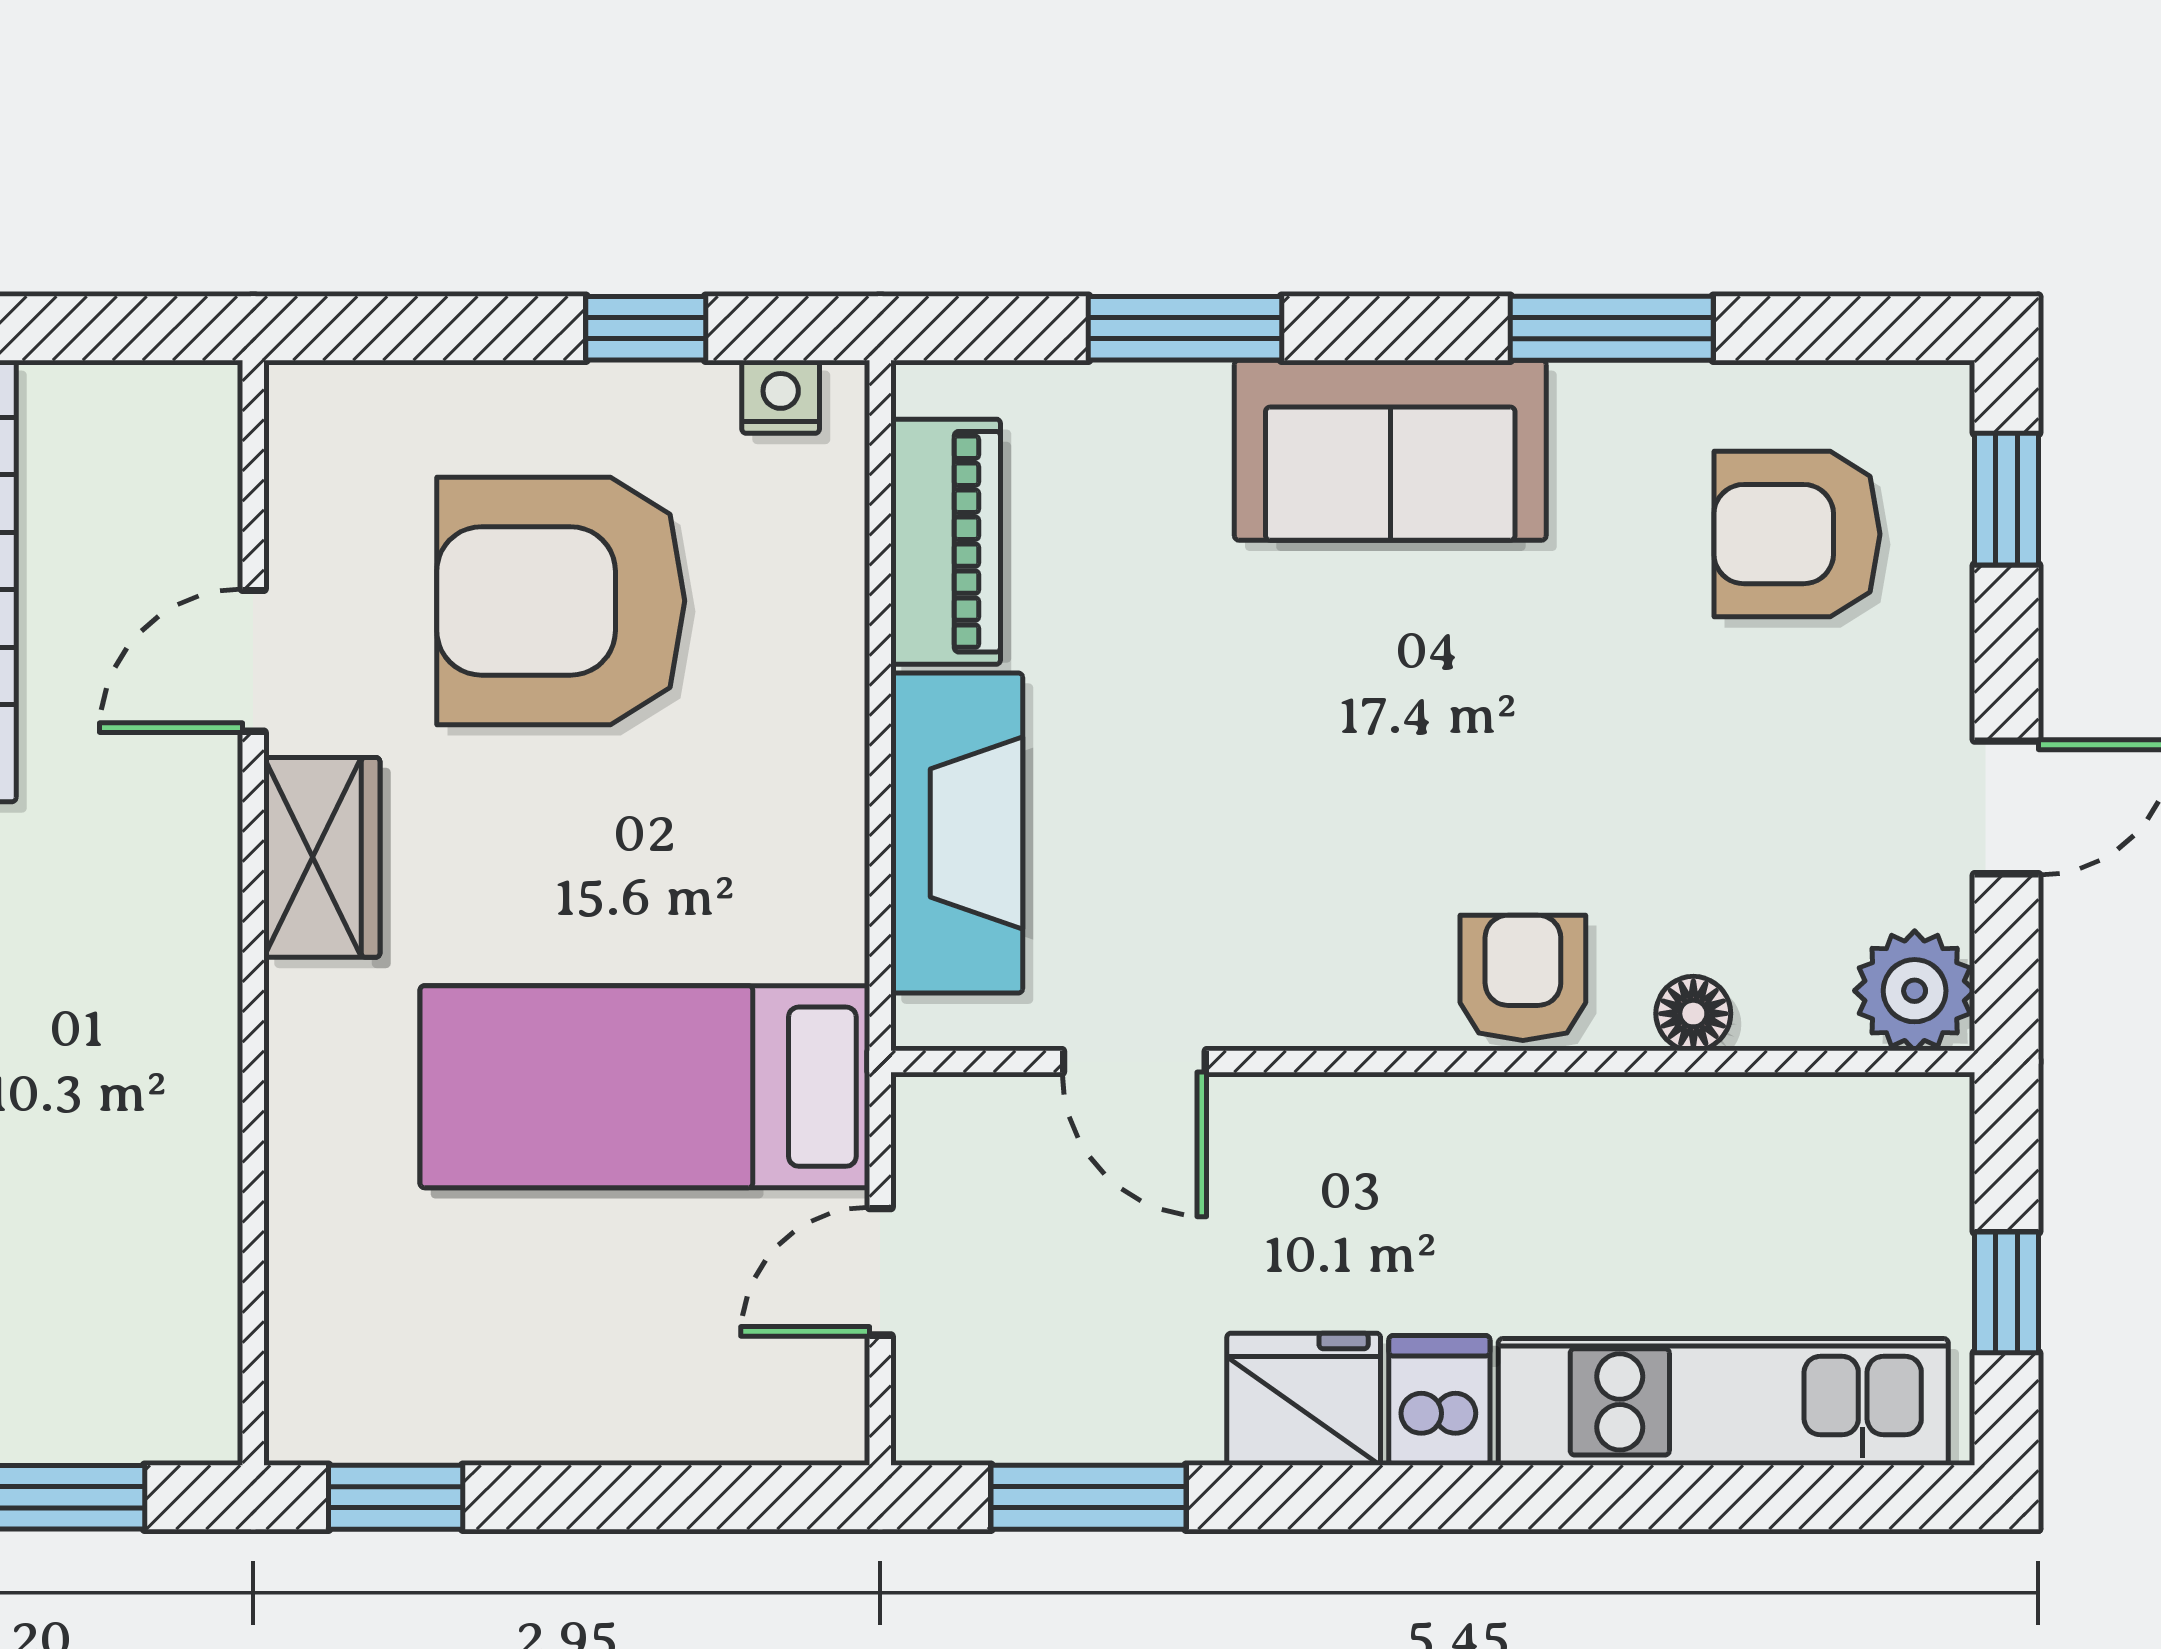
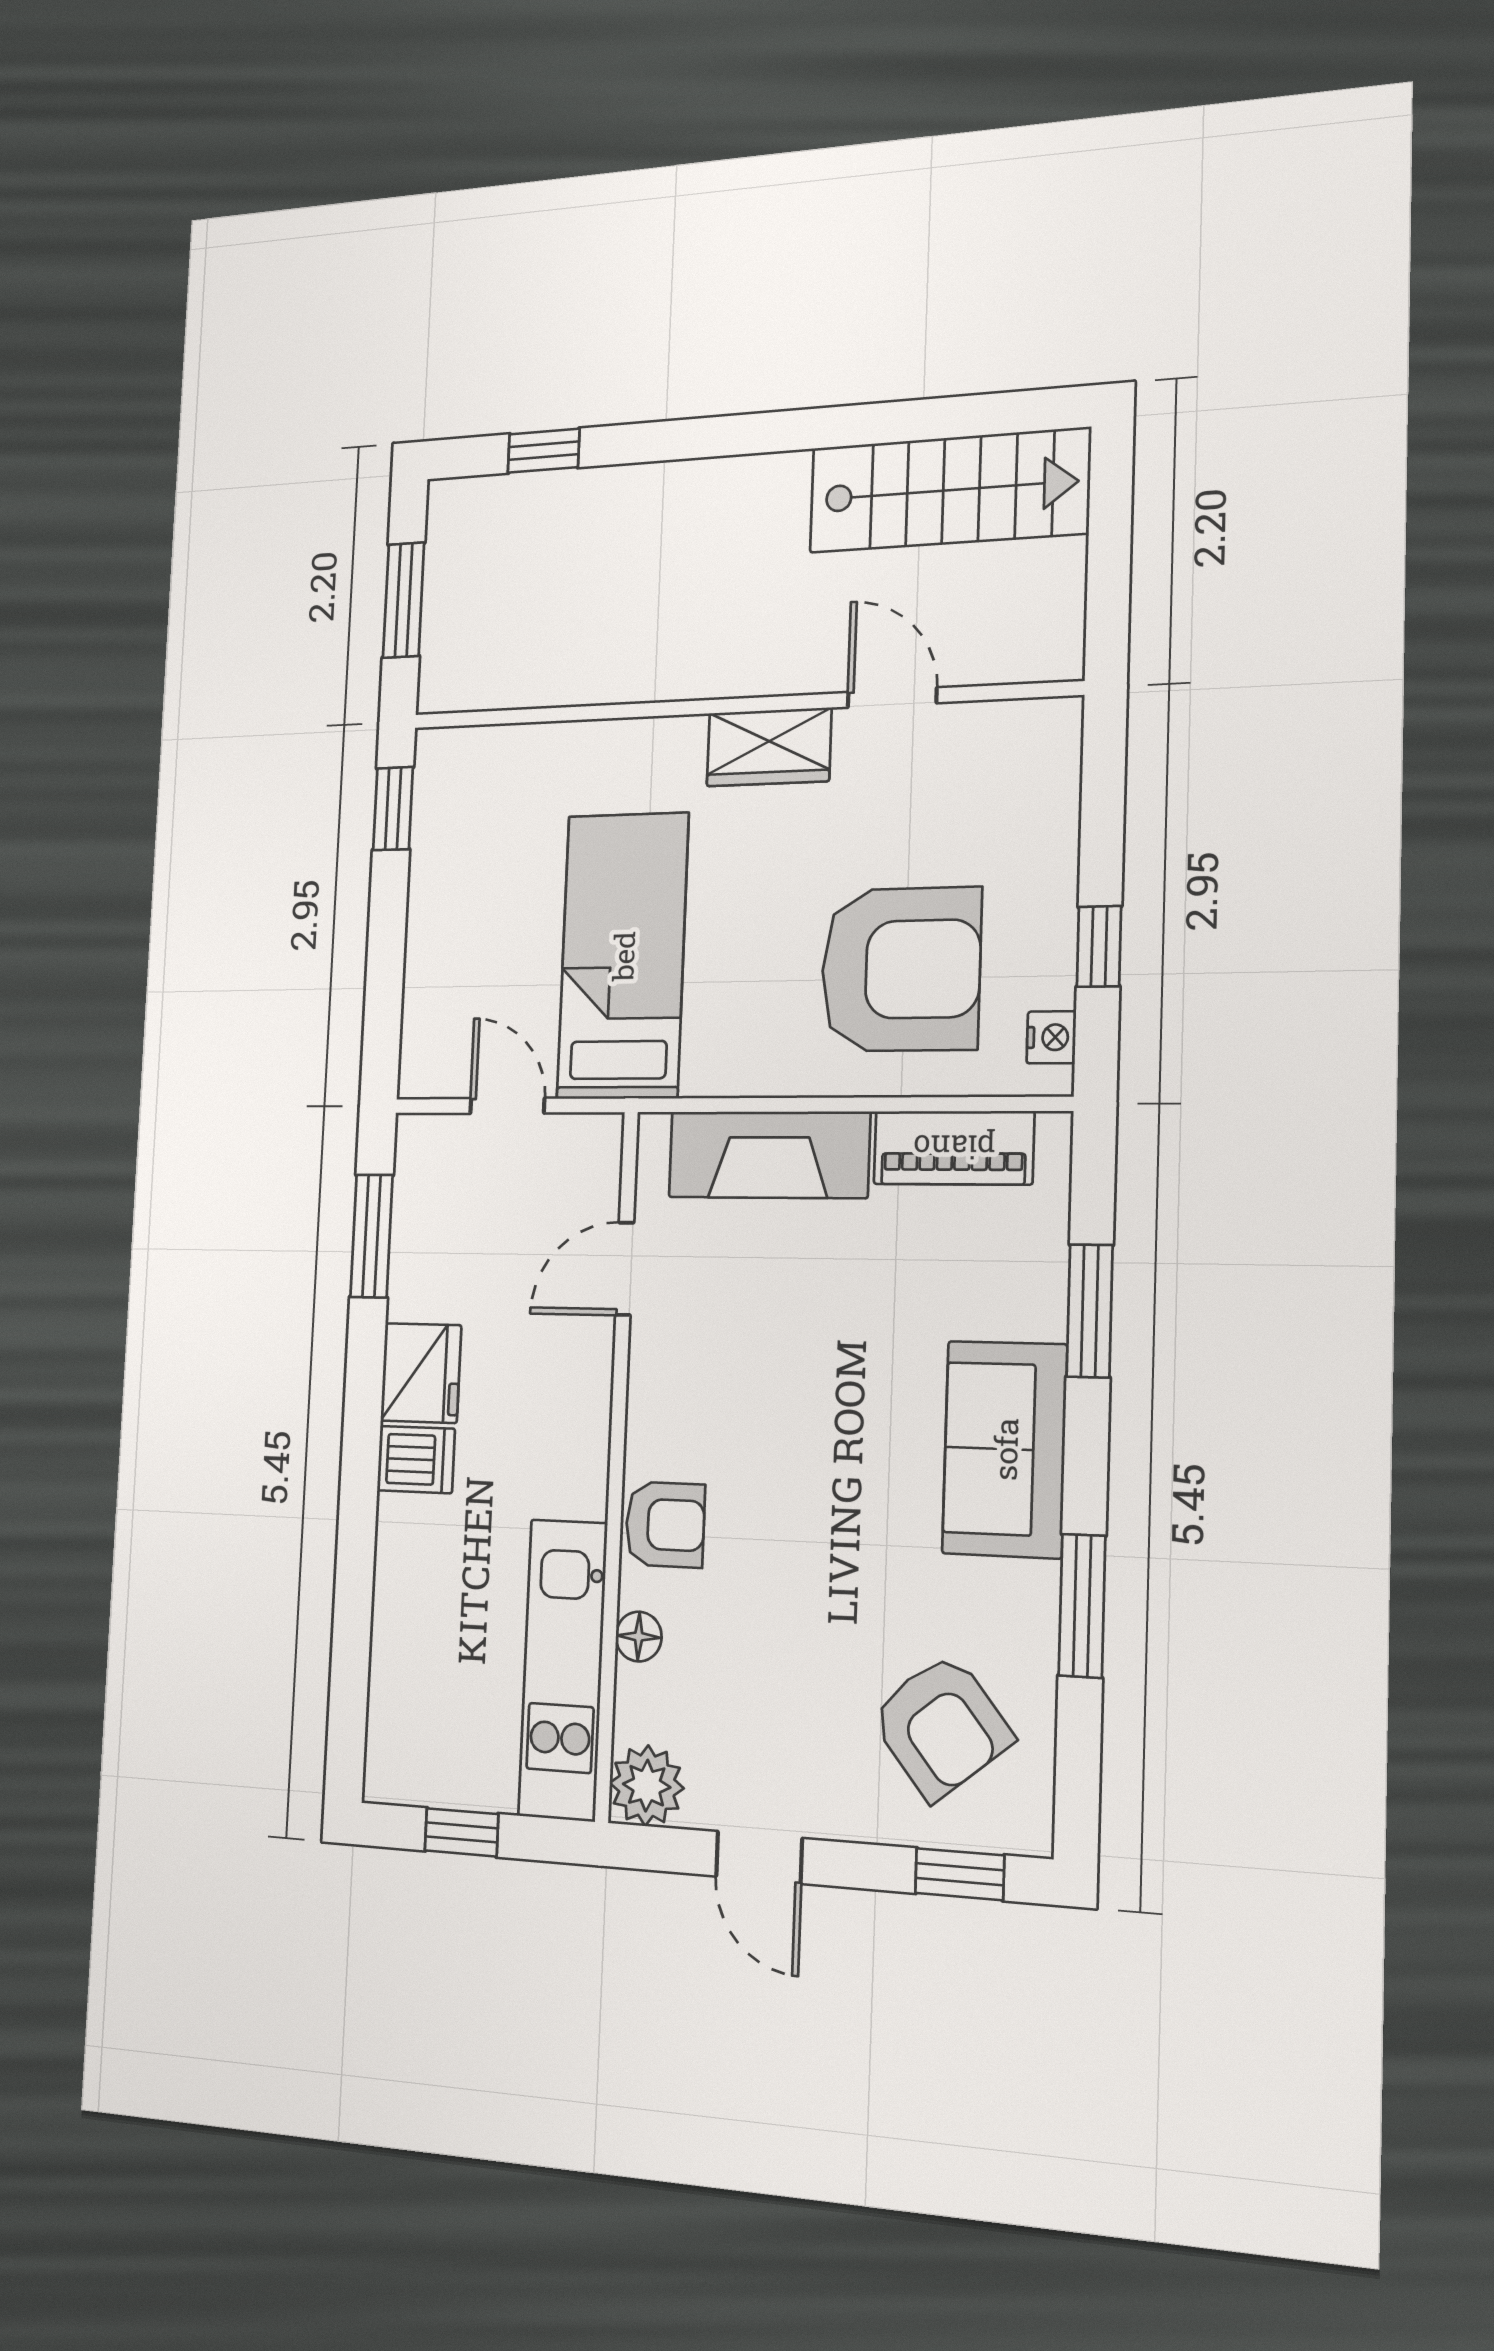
armchair: (1797, 534) -> (941, 1726), turned 141
armchair: (561, 601) -> (901, 969), moved, turned 90
kitchen unit: (1723, 1402) -> (563, 1669), moved, turned 180

